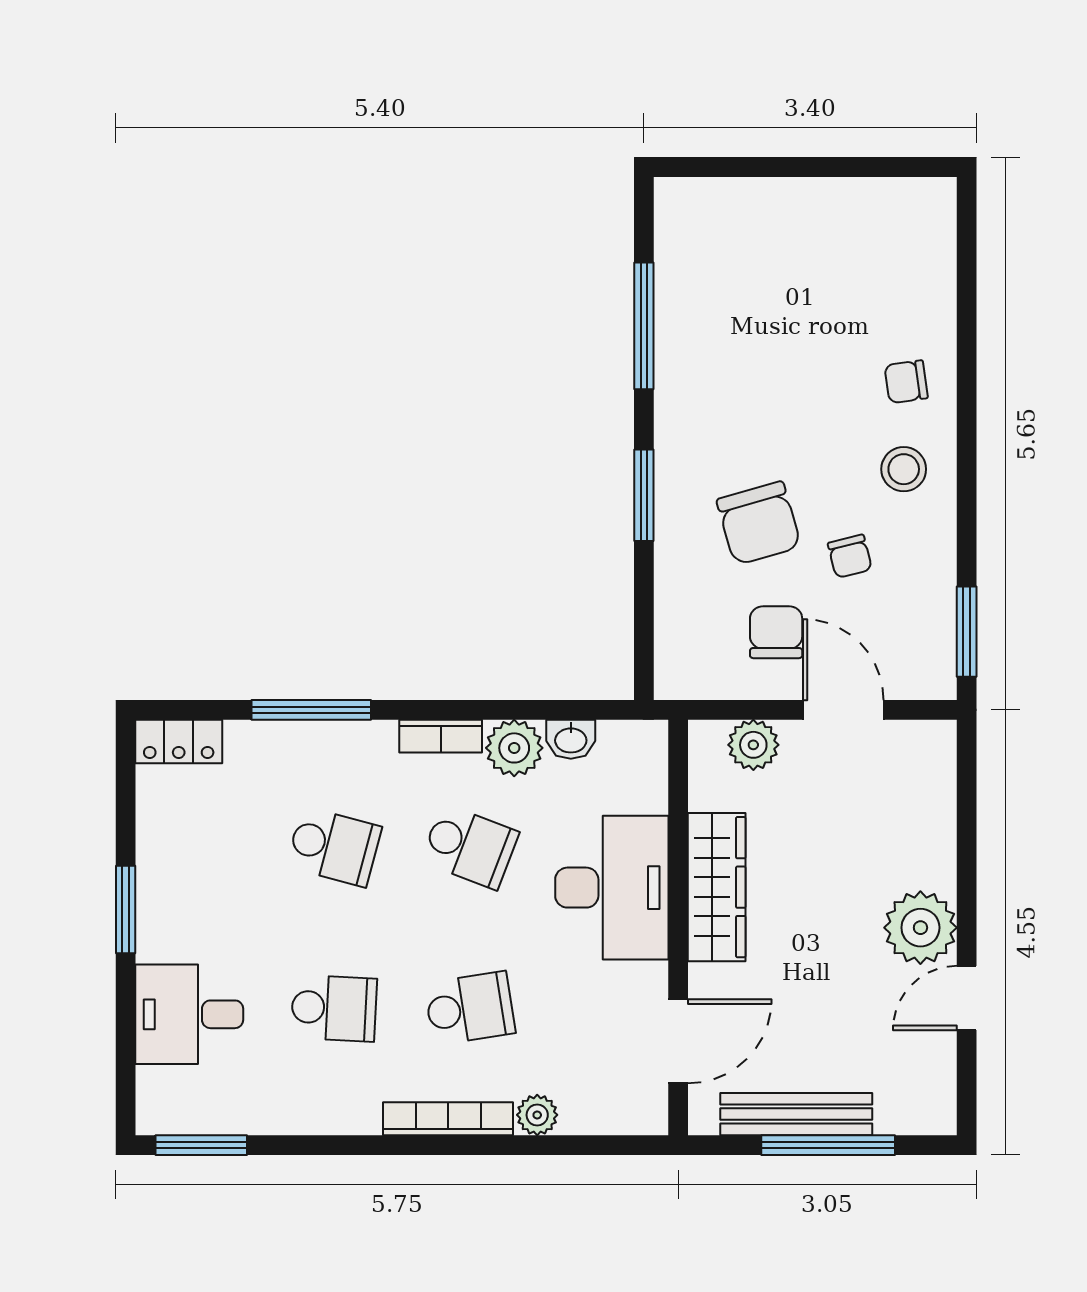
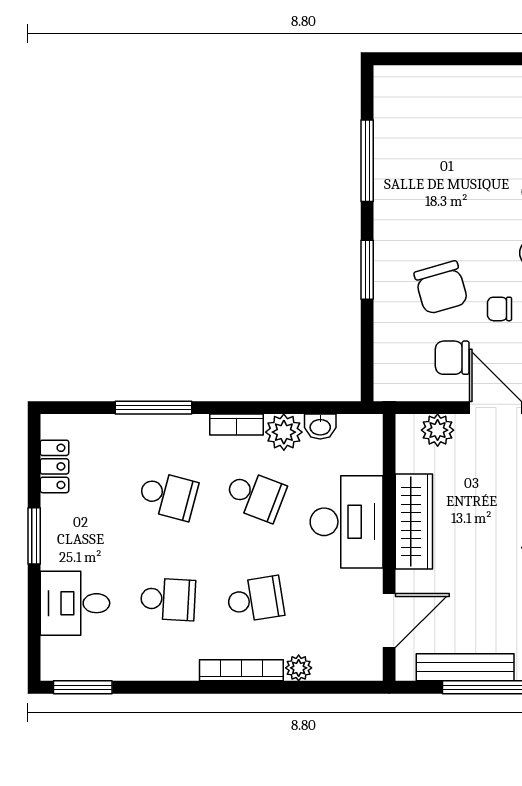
chair: (850, 556) -> (500, 309), turned 104
chair: (776, 632) -> (452, 358), turned -90
locker: (179, 741) -> (54, 466), moved, turned -90

